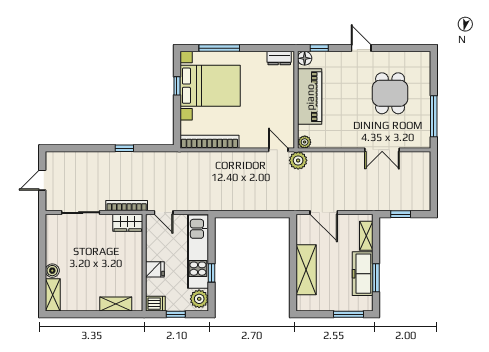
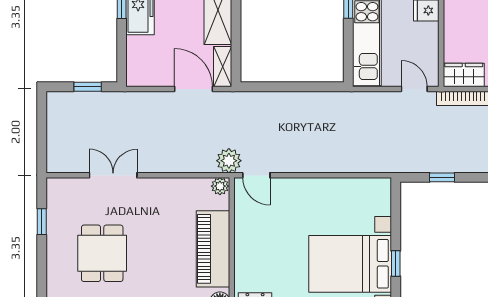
window: (434, 116) -> (42, 222), width x0.46
bookcase: (209, 142) -> (351, 187), removed
window: (124, 148) -> (442, 177), moved
shelving: (366, 236) -> (223, 67), moved

